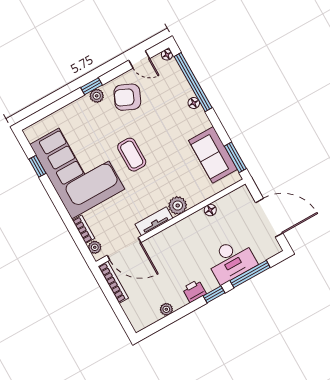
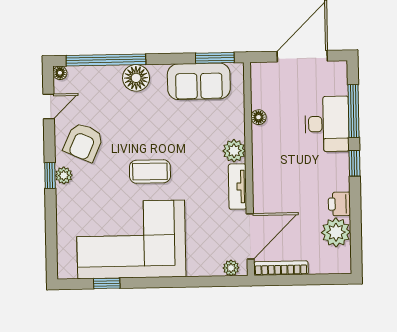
floor lamp: (194, 103) -> (136, 78), width x1.89, depth x1.89
bookcase: (84, 229) -> (204, 270), removed
printer: (194, 291) -> (339, 204), moved
plant: (166, 309) -> (336, 232), width x1.88, depth x1.88

